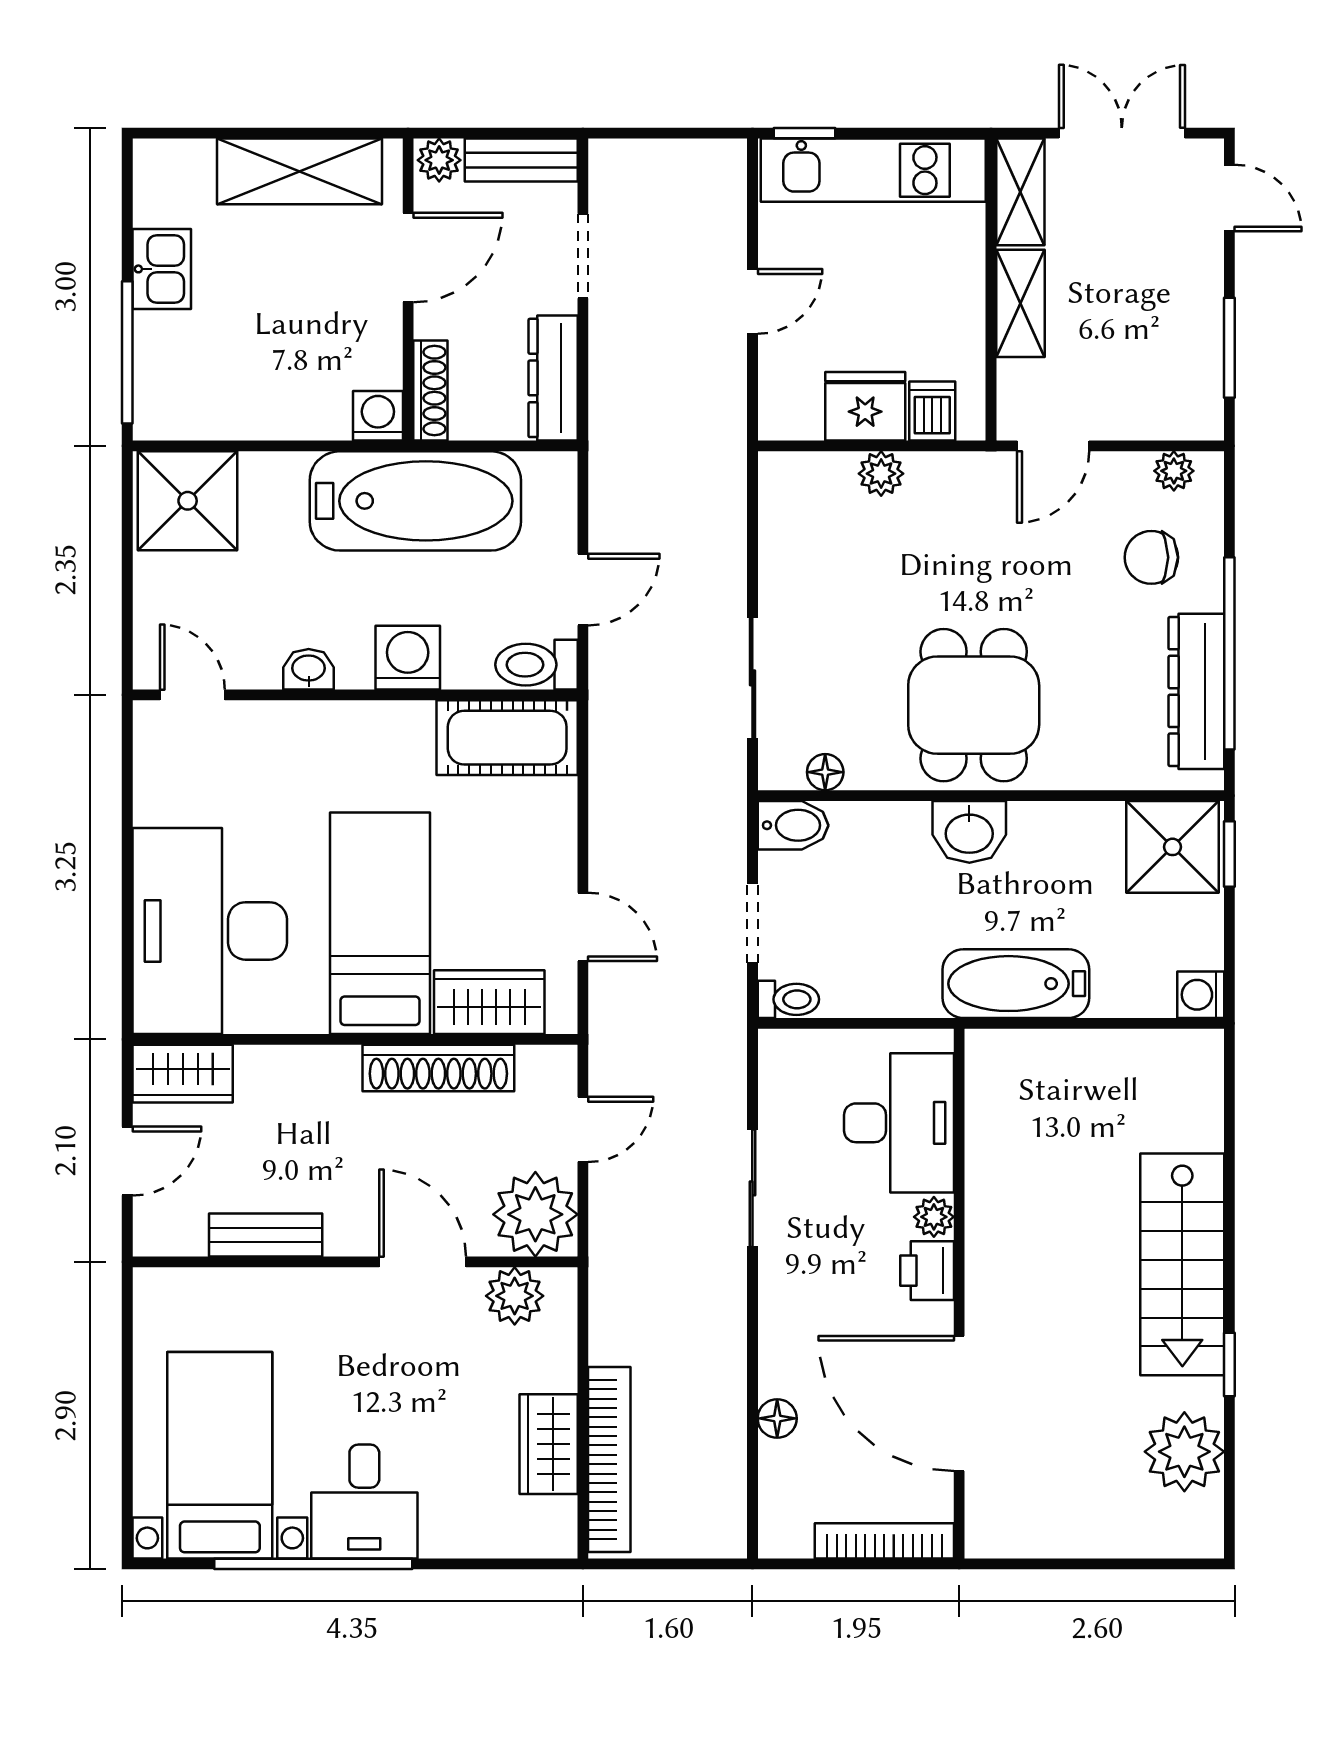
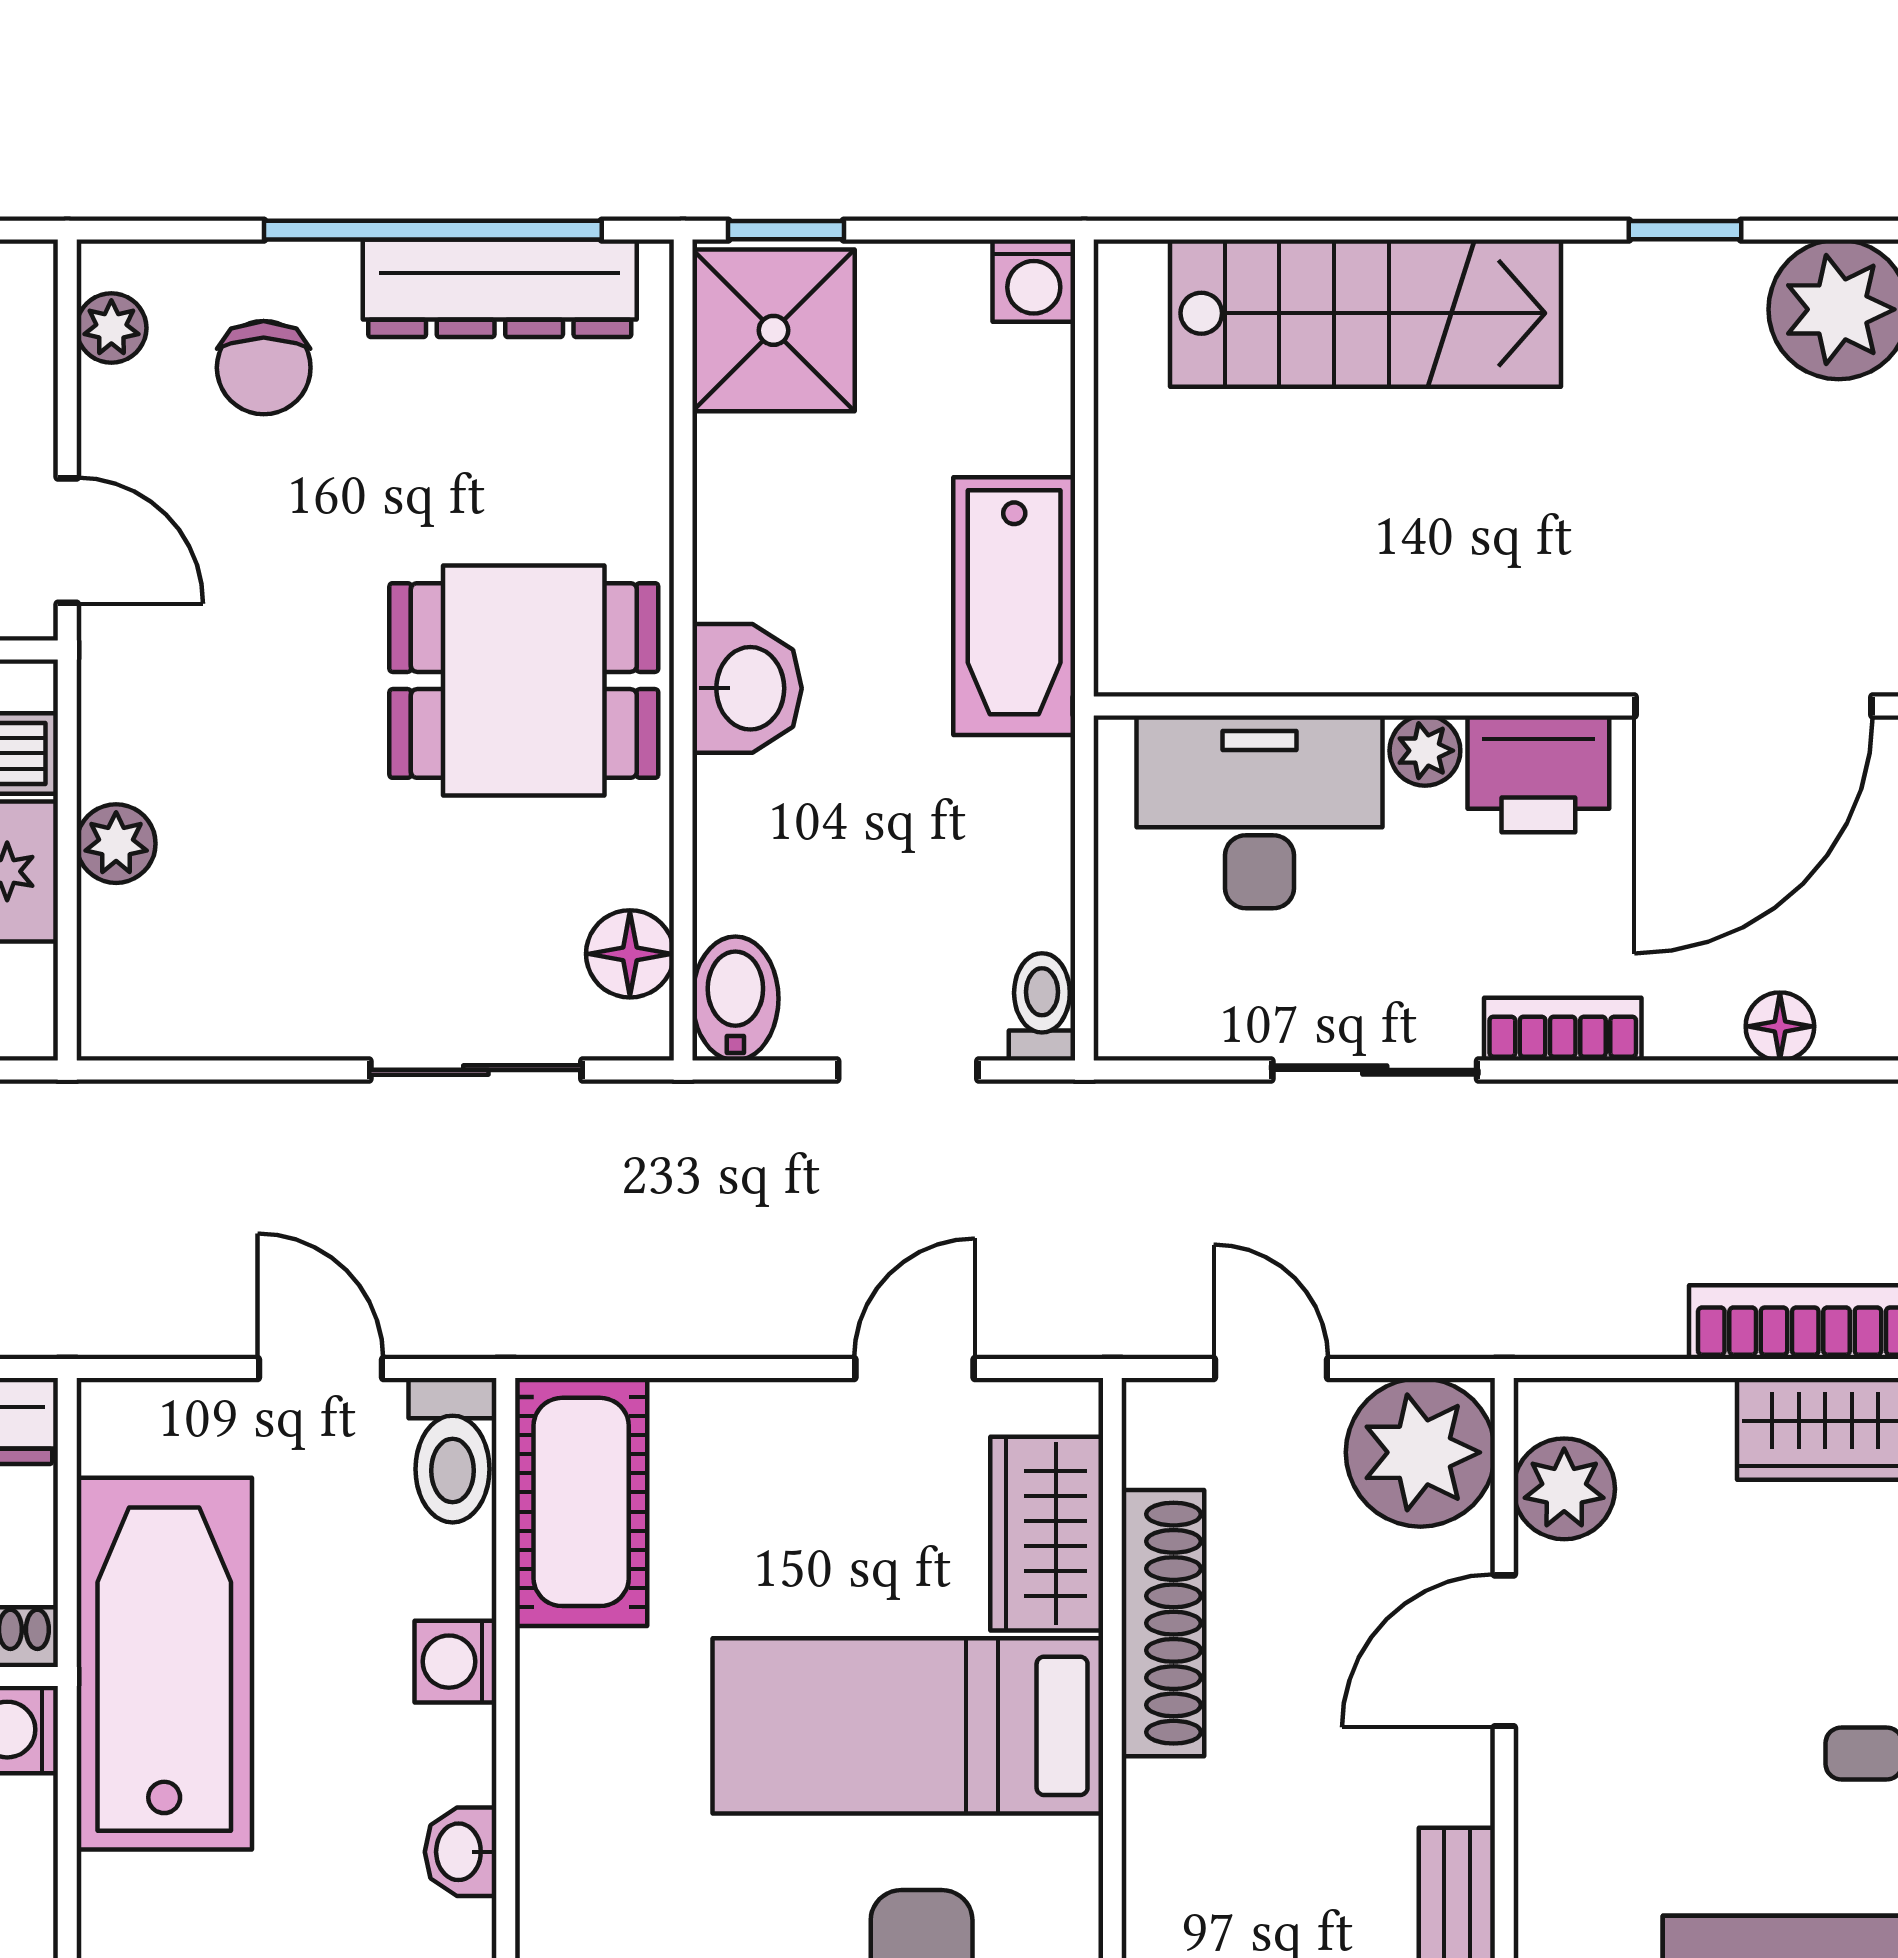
washing machine: (408, 658) -> (456, 1662), width x0.73, depth x0.73
floor lamp: (825, 772) -> (630, 954), width x1.37, depth x1.37
stairs: (1182, 1264) -> (1365, 313), moved
printer: (927, 1271) -> (1538, 774), width x1.36, depth x1.24
bookcase: (776, 1295) -> (1563, 1029), added

